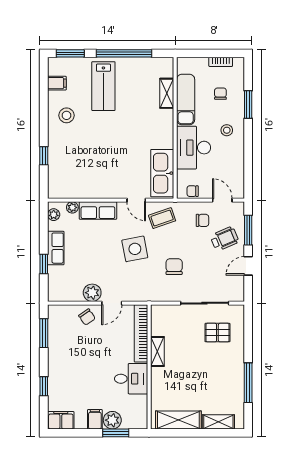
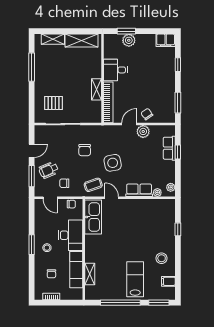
window: (248, 104) -> (32, 245), moved
row of seats: (56, 248) -> (169, 148), moved
filing cabinet: (95, 419) -> (141, 41), removed

